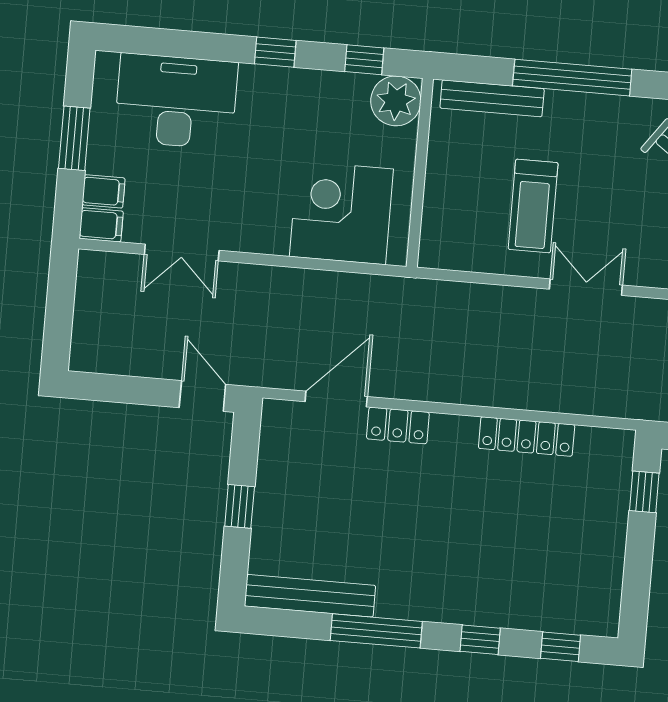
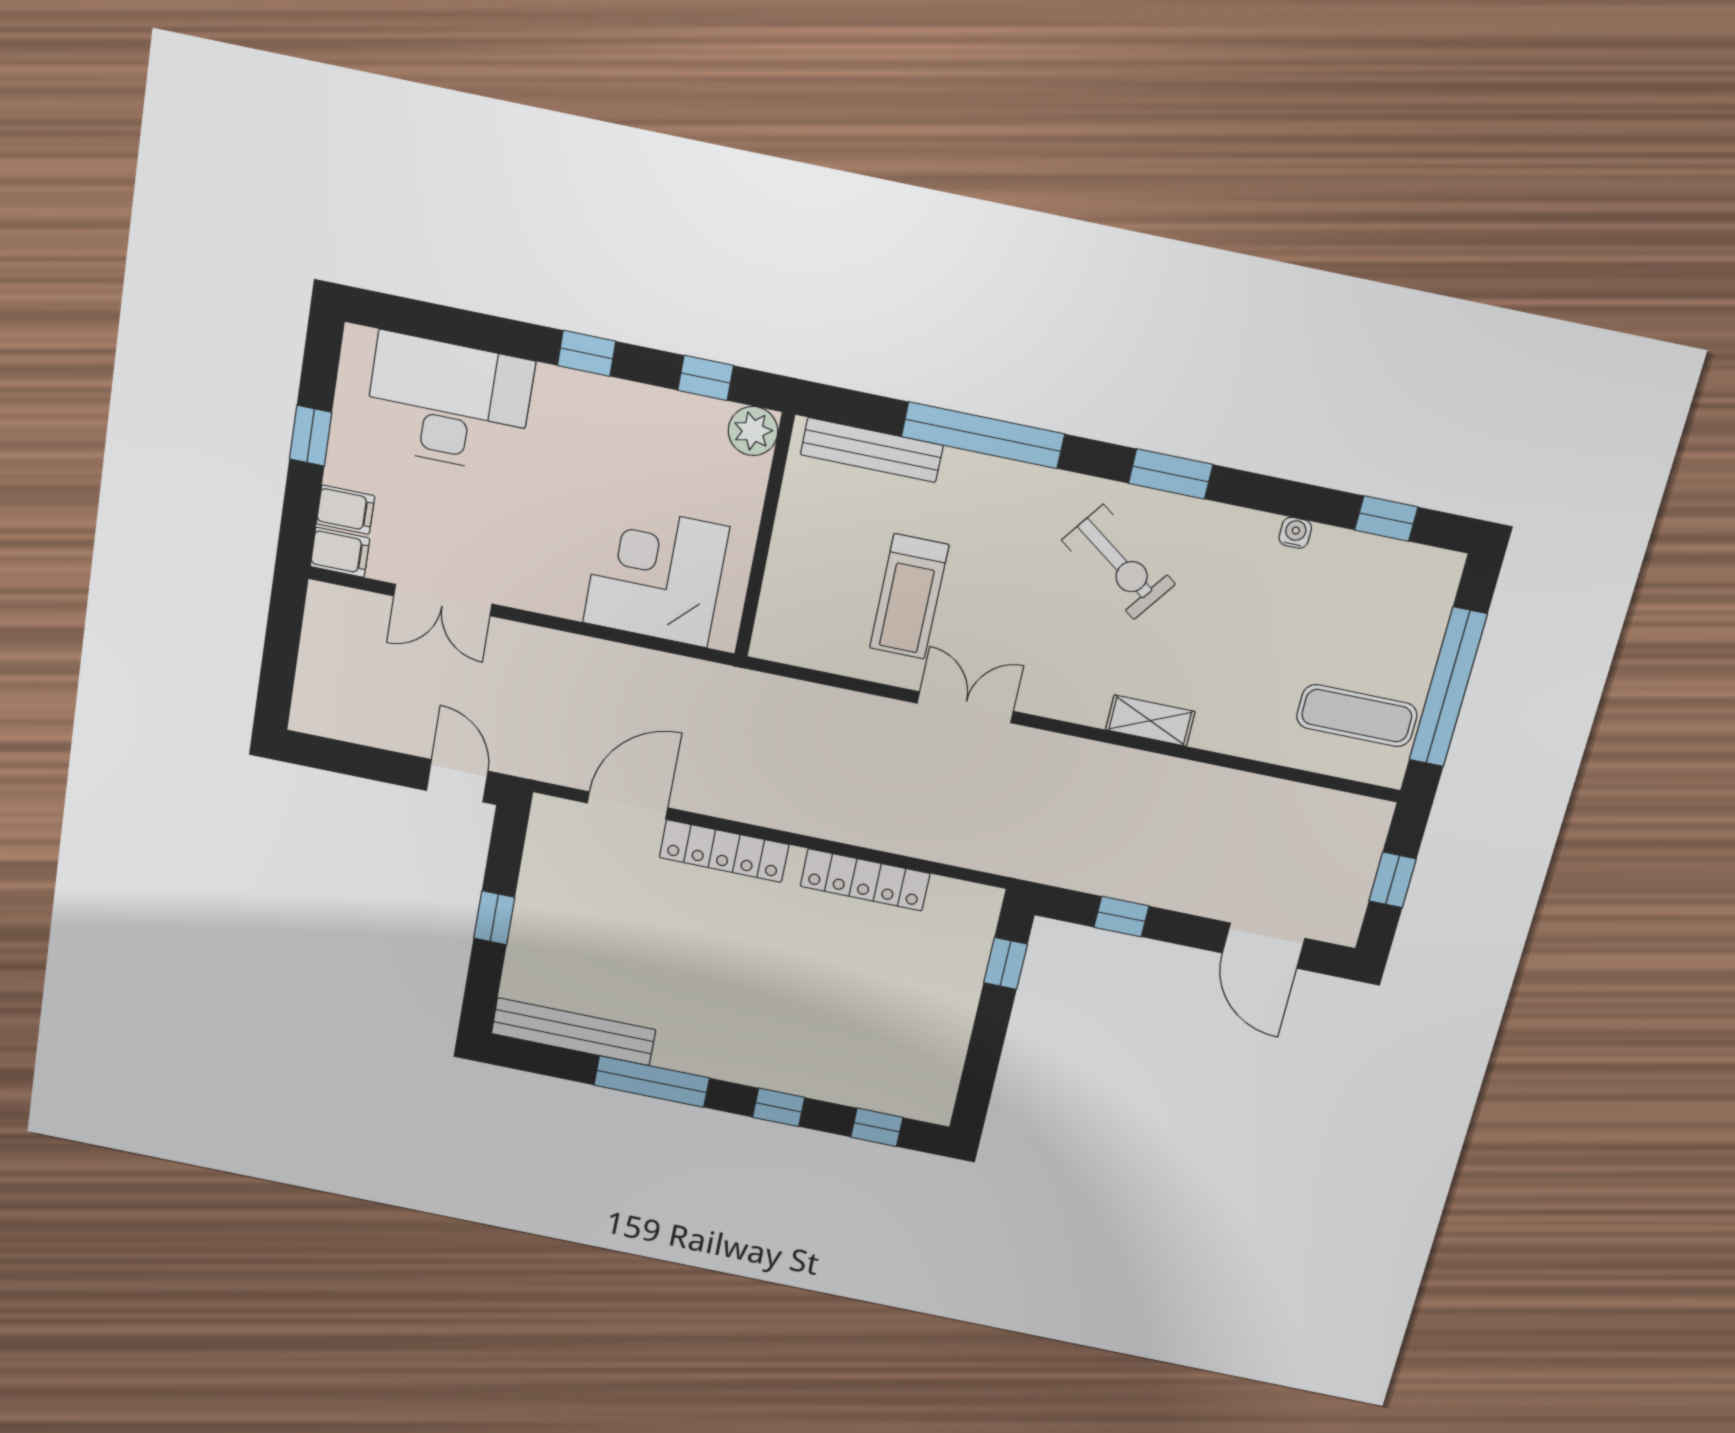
plant: (396, 101) -> (753, 431), width x0.73, depth x0.73
window: (74, 138) -> (311, 436), width x0.67
locker: (398, 426) -> (724, 851), width x1.53

